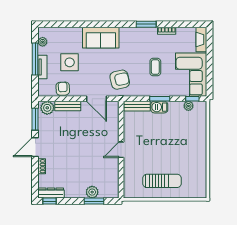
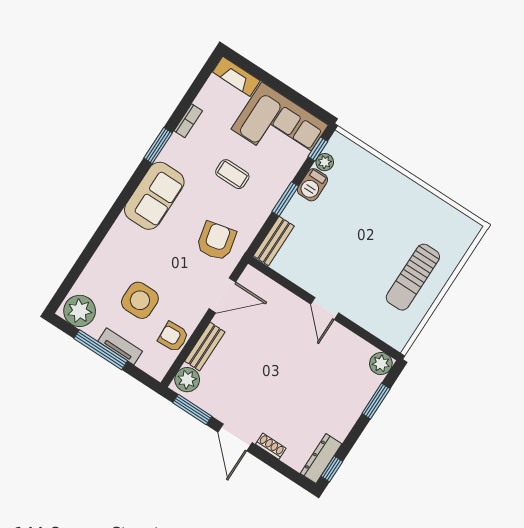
sofa: (101, 38) -> (154, 196), moved
plant: (43, 42) -> (80, 311), width x1.88, depth x1.88
barbecue: (159, 107) -> (312, 185), moved
sun lounger: (162, 181) -> (413, 277), turned 180
plant: (92, 192) -> (381, 363), moved

